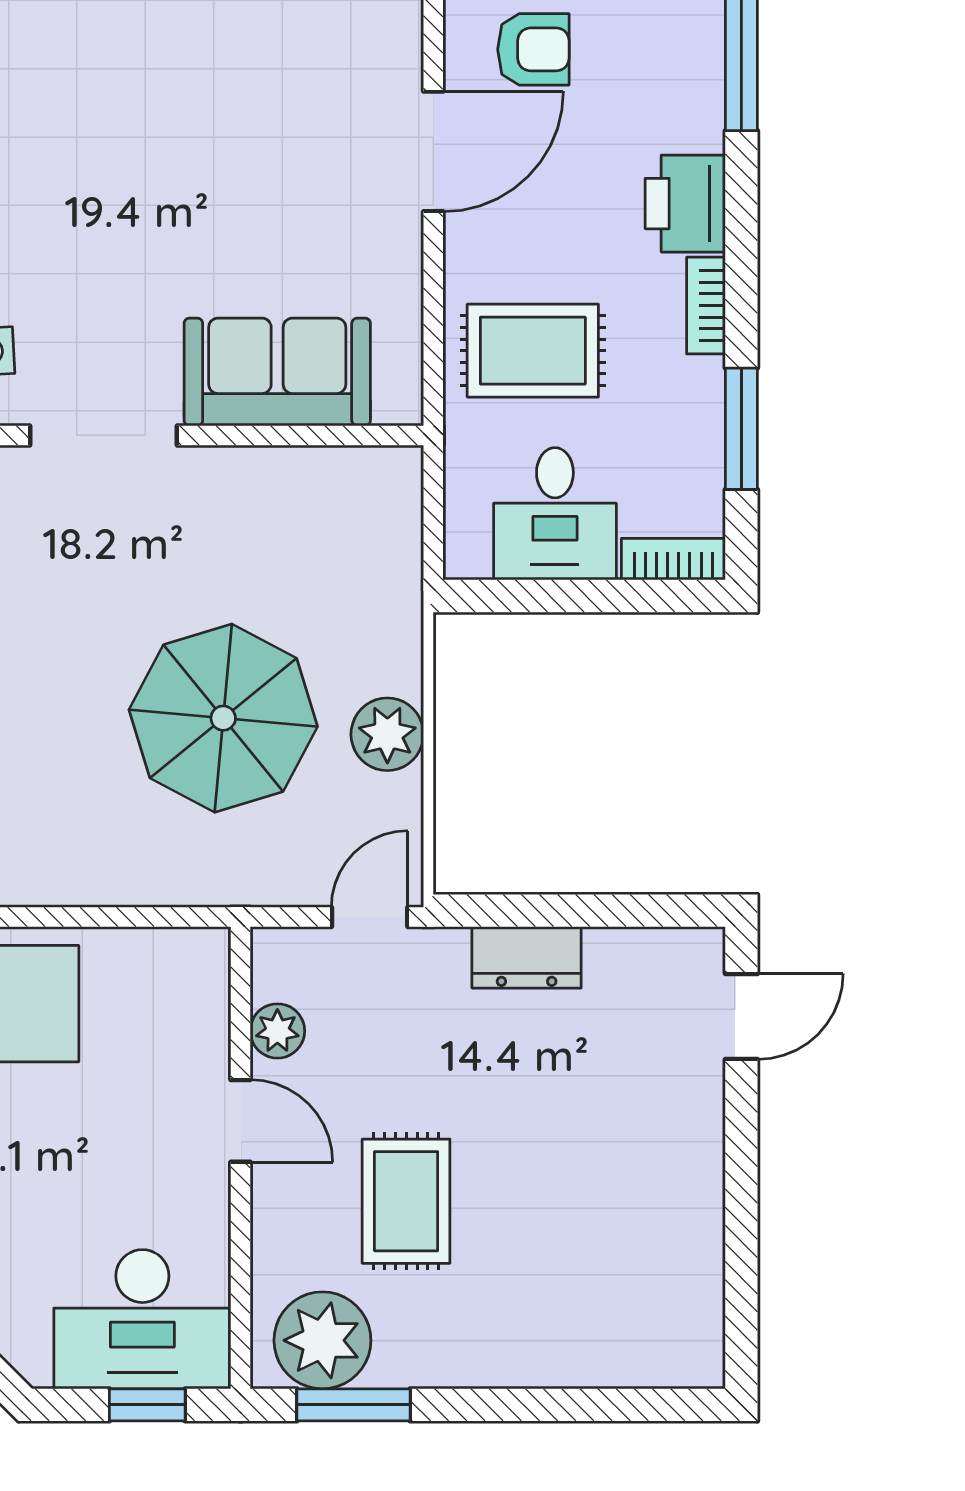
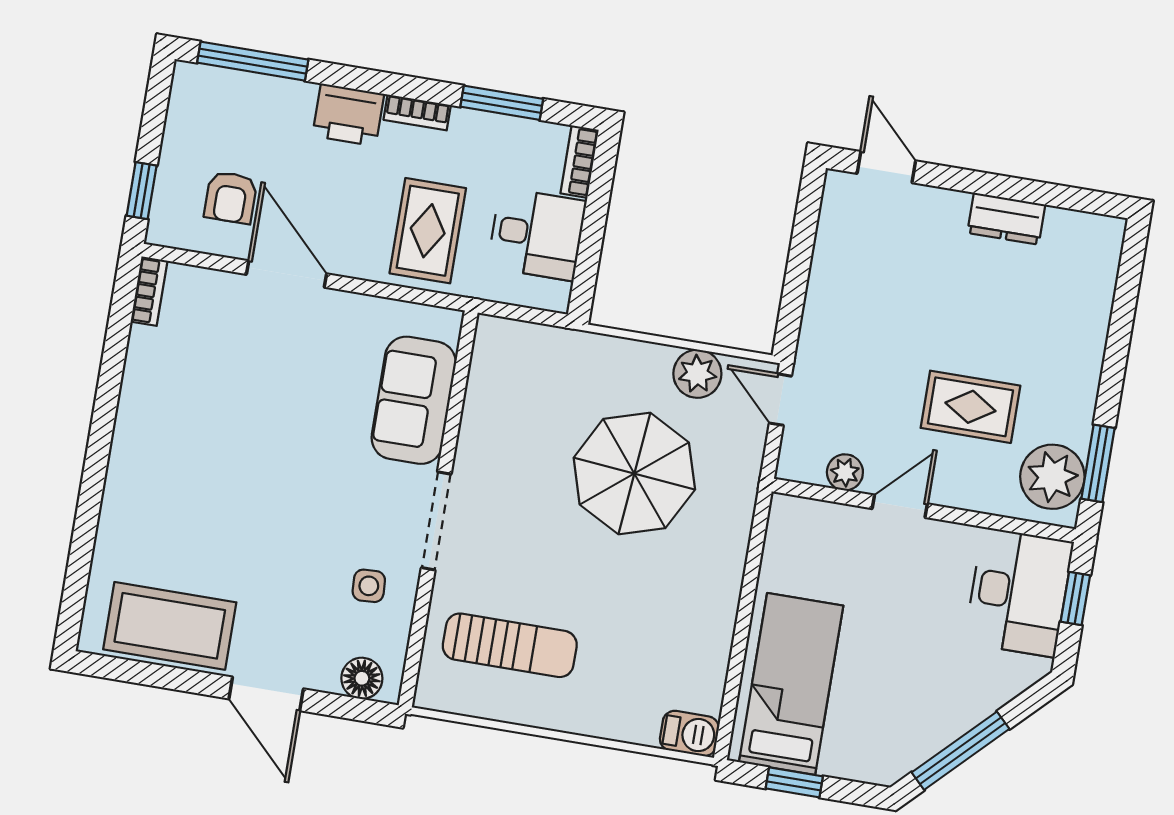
armchair: (533, 49) -> (231, 197), turned 180
plant: (387, 734) -> (697, 374), moved
dresser: (527, 957) -> (1006, 219), moved, turned 90

